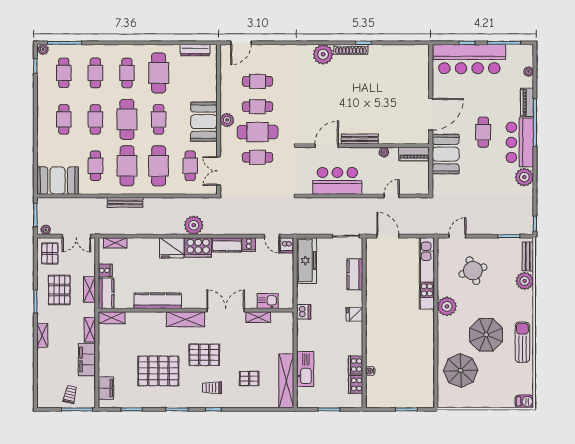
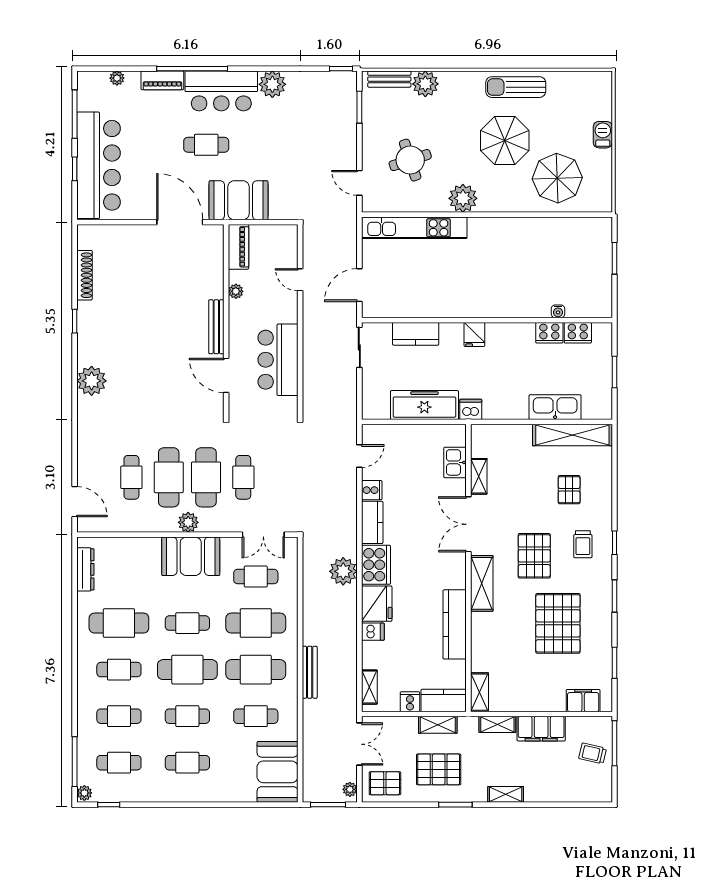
shoe rack: (351, 50) -> (84, 275), moved
cafe table: (258, 107) -> (169, 477), width x1.37, depth x1.35
dishwasher: (287, 245) -> (373, 632), moved
freezer: (307, 261) -> (424, 405), moved
barbecue: (524, 401) -> (603, 135), moved

